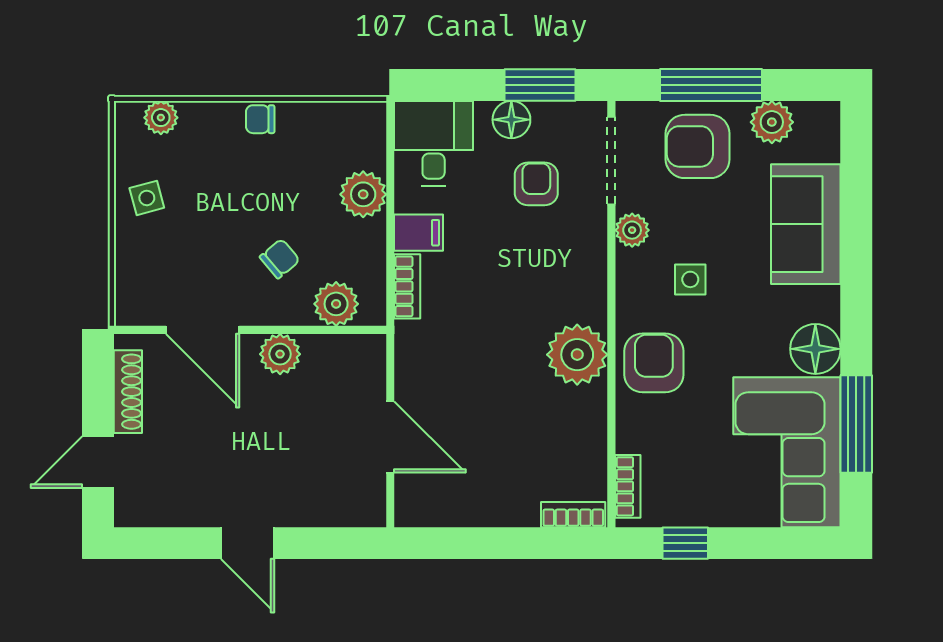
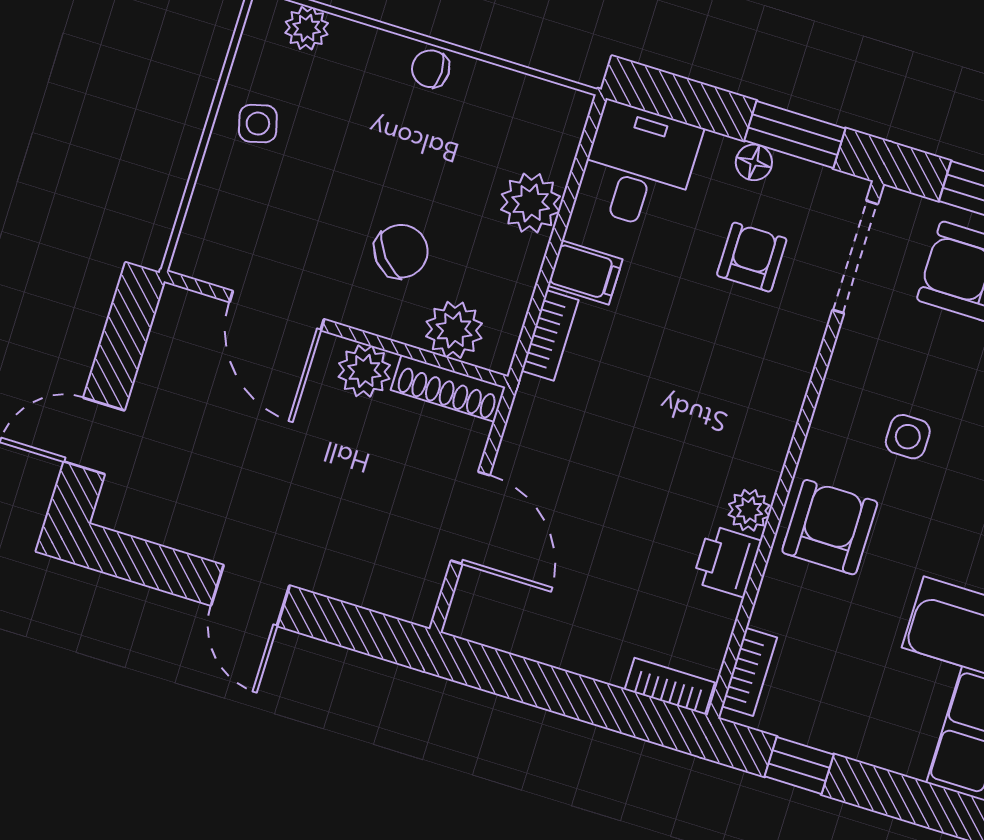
floor lamp: (511, 120) -> (754, 162), width x0.73, depth x0.73
plant: (632, 230) -> (854, 352), removed
chair: (280, 259) -> (401, 251), width x1.37, depth x1.37
plant: (577, 355) -> (749, 510), width x0.53, depth x0.53
shoe rack: (128, 392) -> (448, 388), moved, turned 90
printer: (587, 411) -> (727, 561), added

